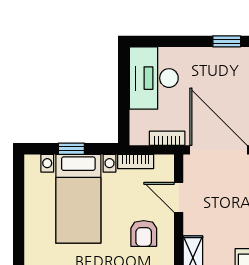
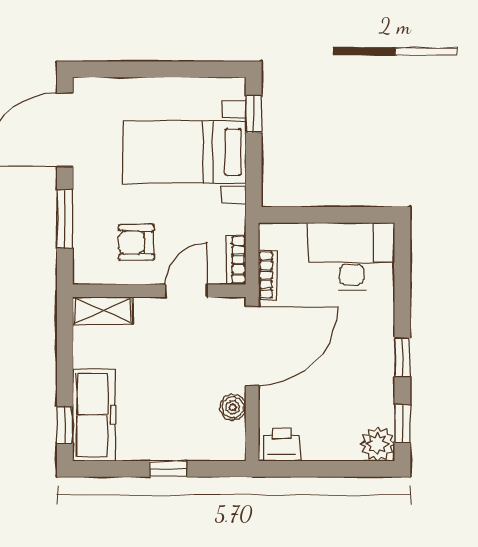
window: (71, 149) -> (254, 114), moved
bookcase: (136, 161) -> (236, 260), moved

